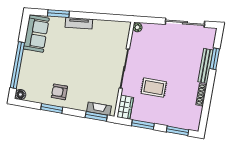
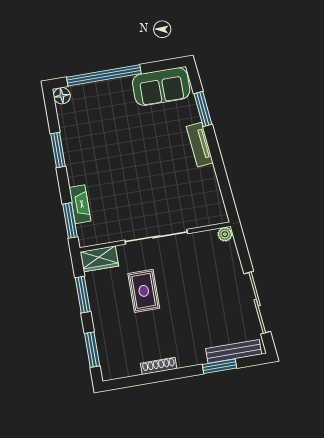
bench: (205, 66) -> (234, 351), moved
armchair: (59, 92) -> (87, 153), removed
fireplace: (99, 109) -> (80, 204), moved

